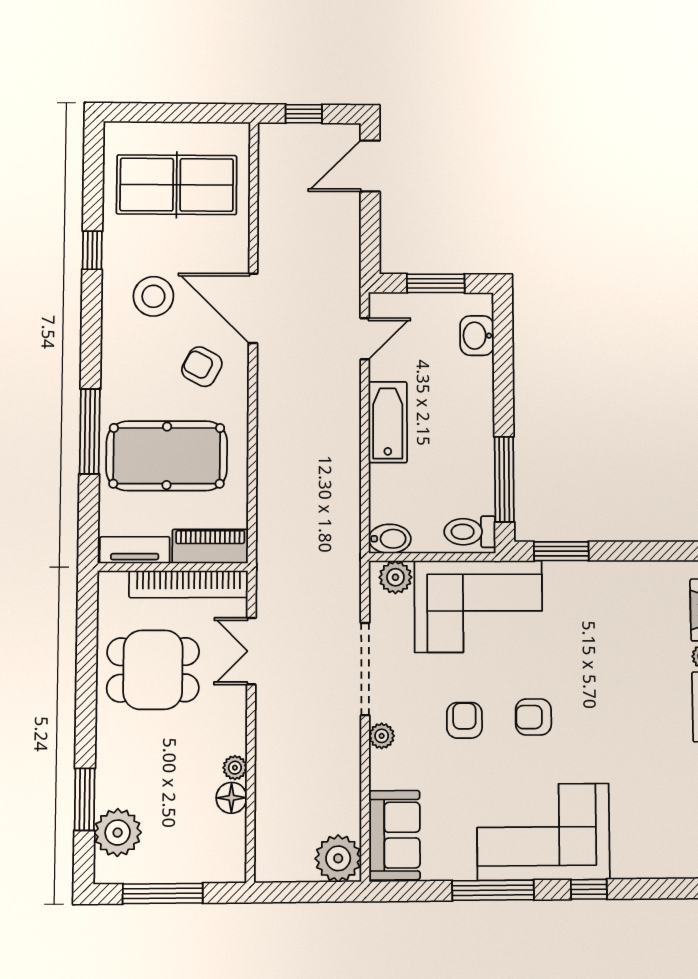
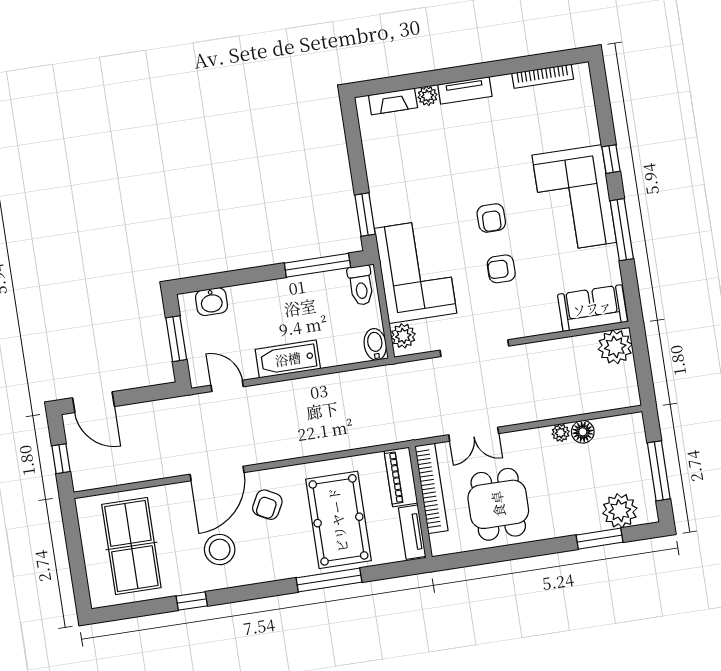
plant: (382, 736) -> (522, 328), removed

